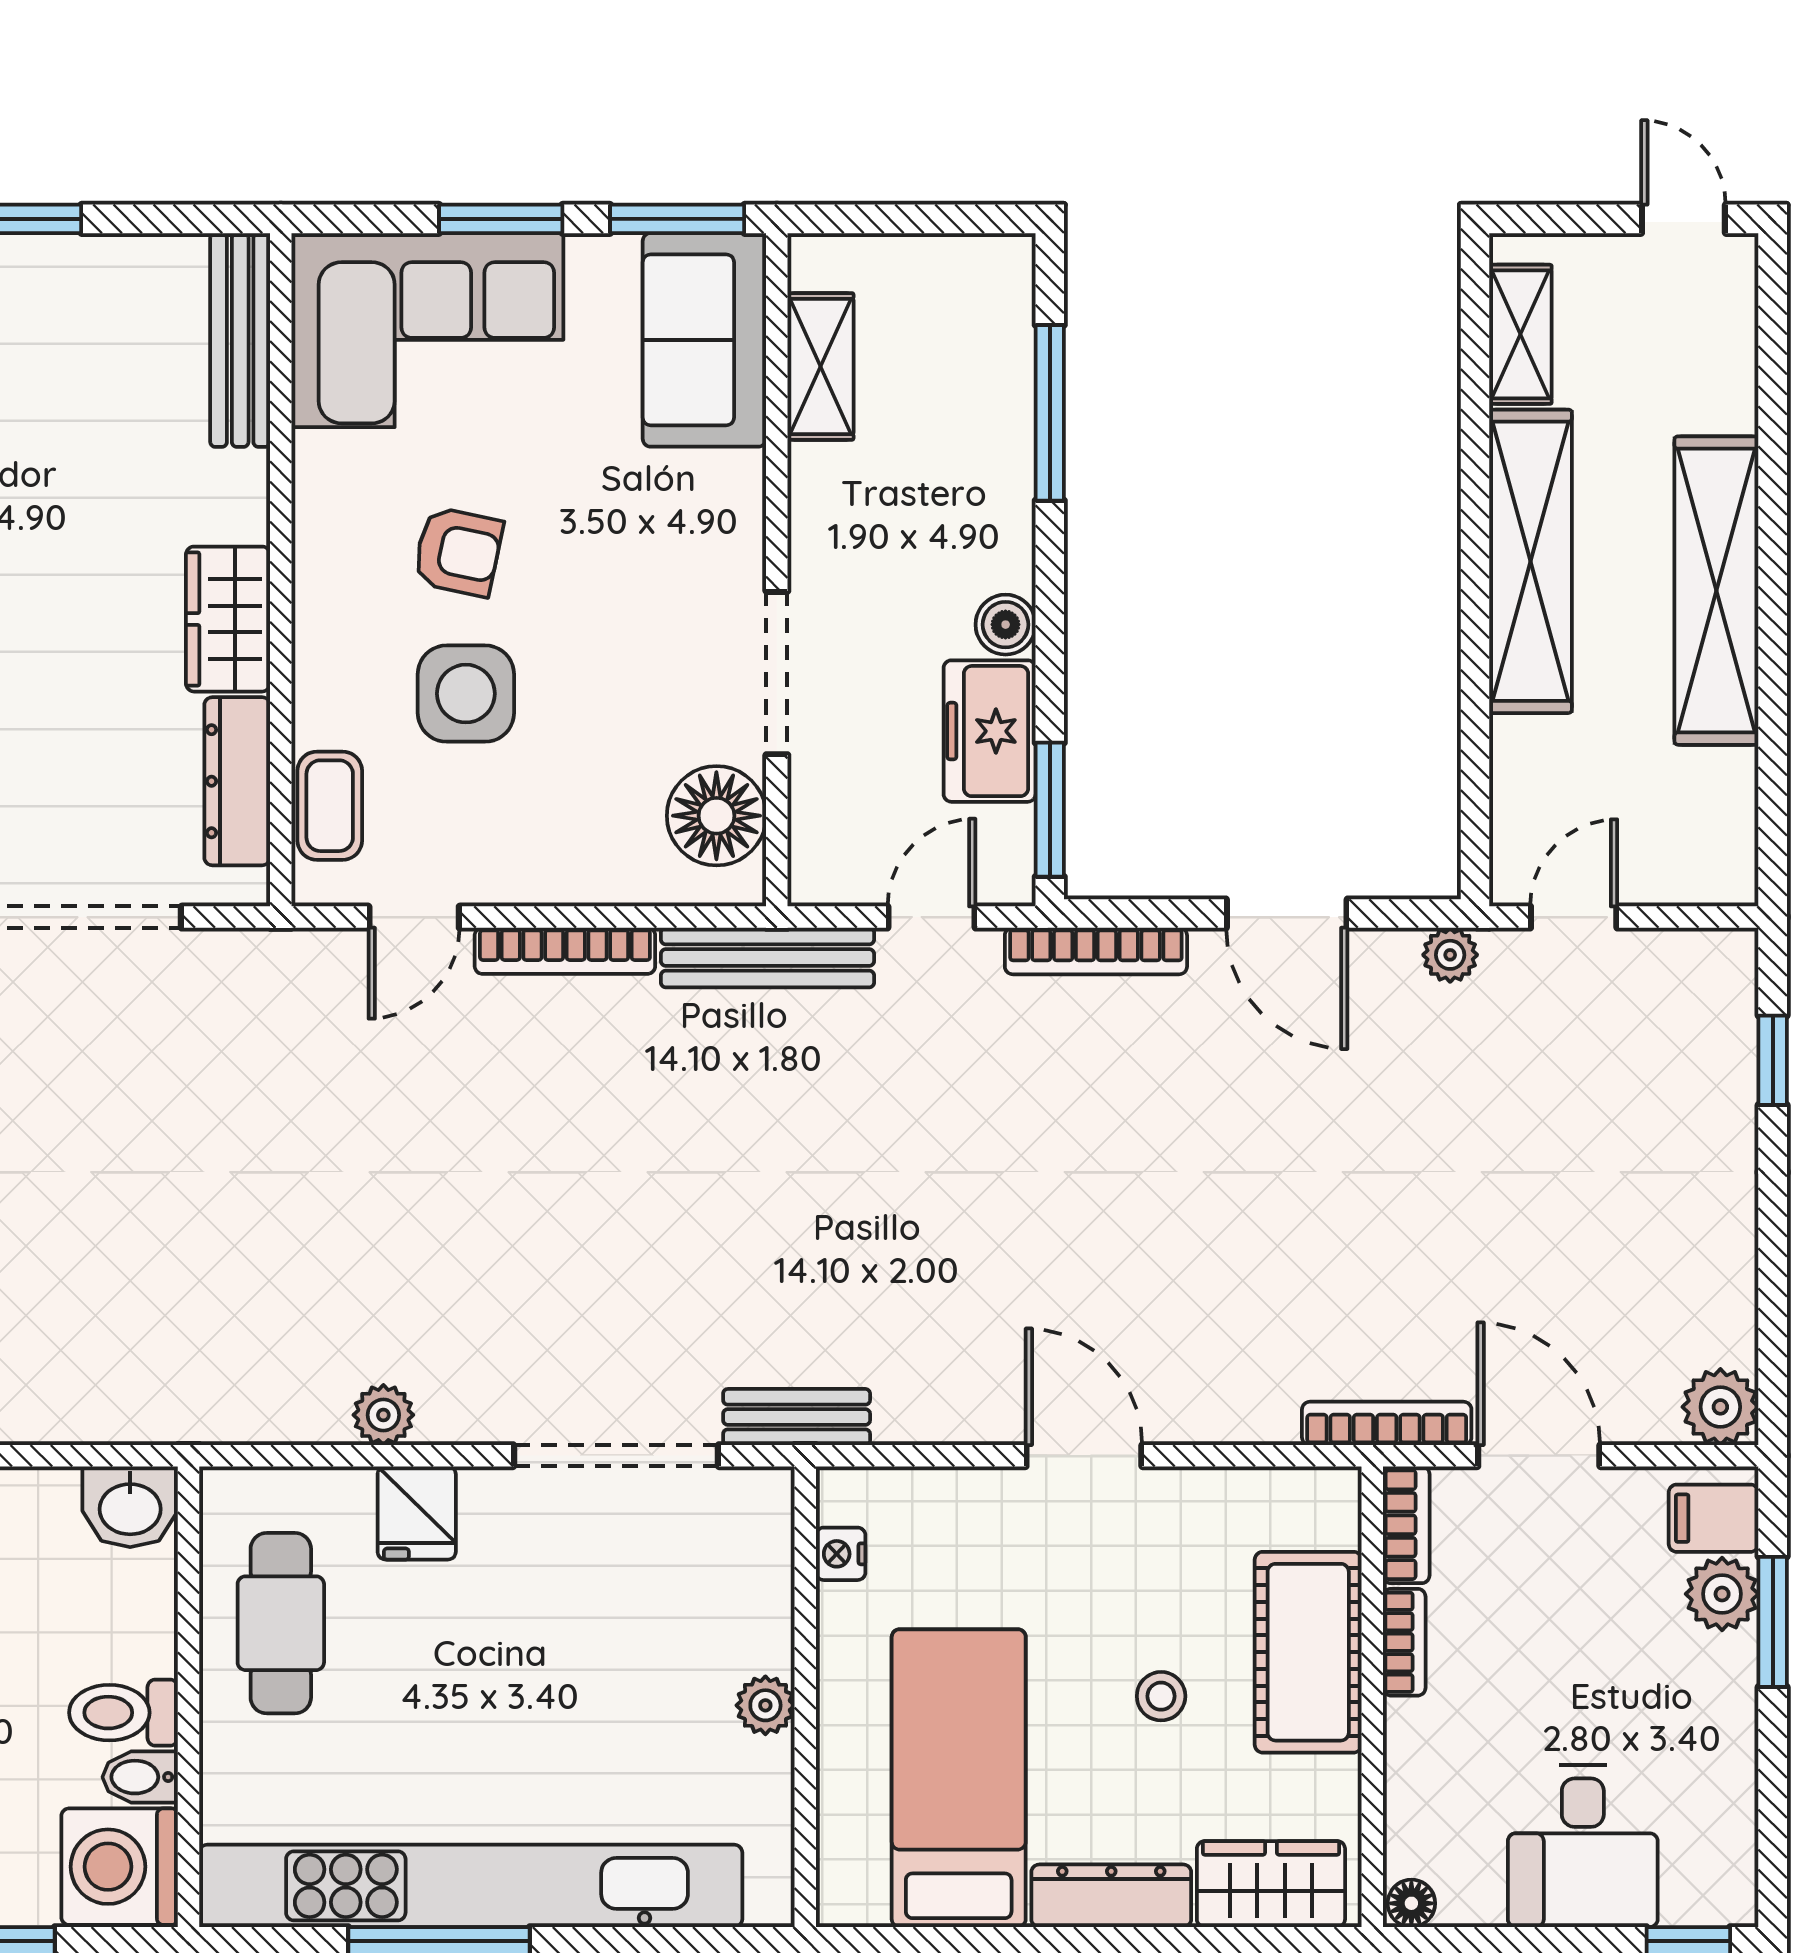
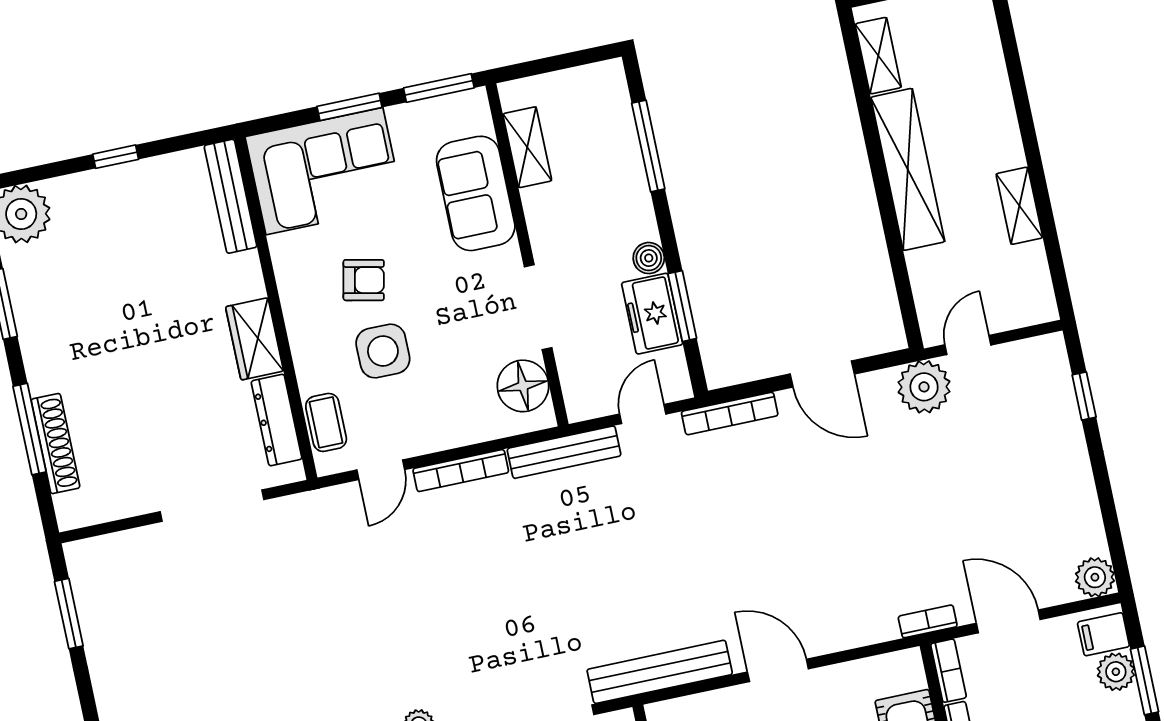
sofa: (704, 340) -> (476, 193), moved
shelving: (1716, 591) -> (1019, 206), width x0.45, depth x0.75
window: (1050, 810) -> (682, 306), moved
plant: (1450, 955) -> (924, 387), width x1.87, depth x1.87
bench: (797, 1417) -> (660, 672), width x1.86, depth x1.21
bookcase: (1387, 1423) -> (928, 621), width x0.64

